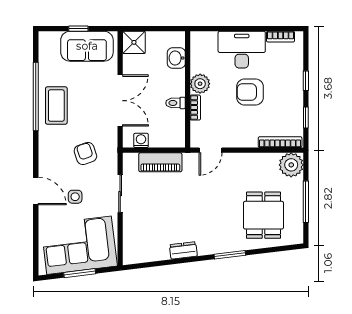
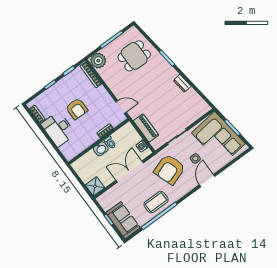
sofa: (87, 46) -> (123, 220), moved
washbasin: (176, 58) -> (101, 149), moved
plant: (200, 84) -> (91, 137), removed
armchair: (85, 153) -> (170, 169), width x1.88, depth x1.88

